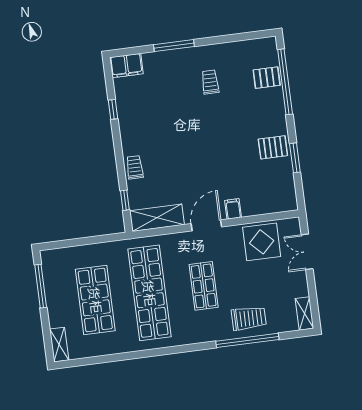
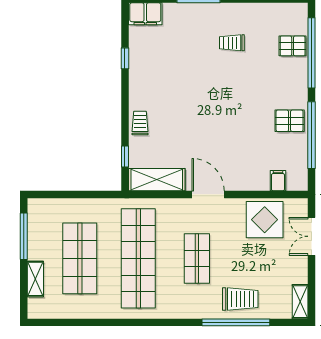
trolley: (210, 82) -> (232, 43), turned -90
window: (295, 158) -> (311, 135), width x2.11
filing cabinet: (233, 209) -> (278, 181), moved
door: (206, 225) -> (208, 194), hinge flipped
shelving: (59, 345) -> (35, 279), moved

